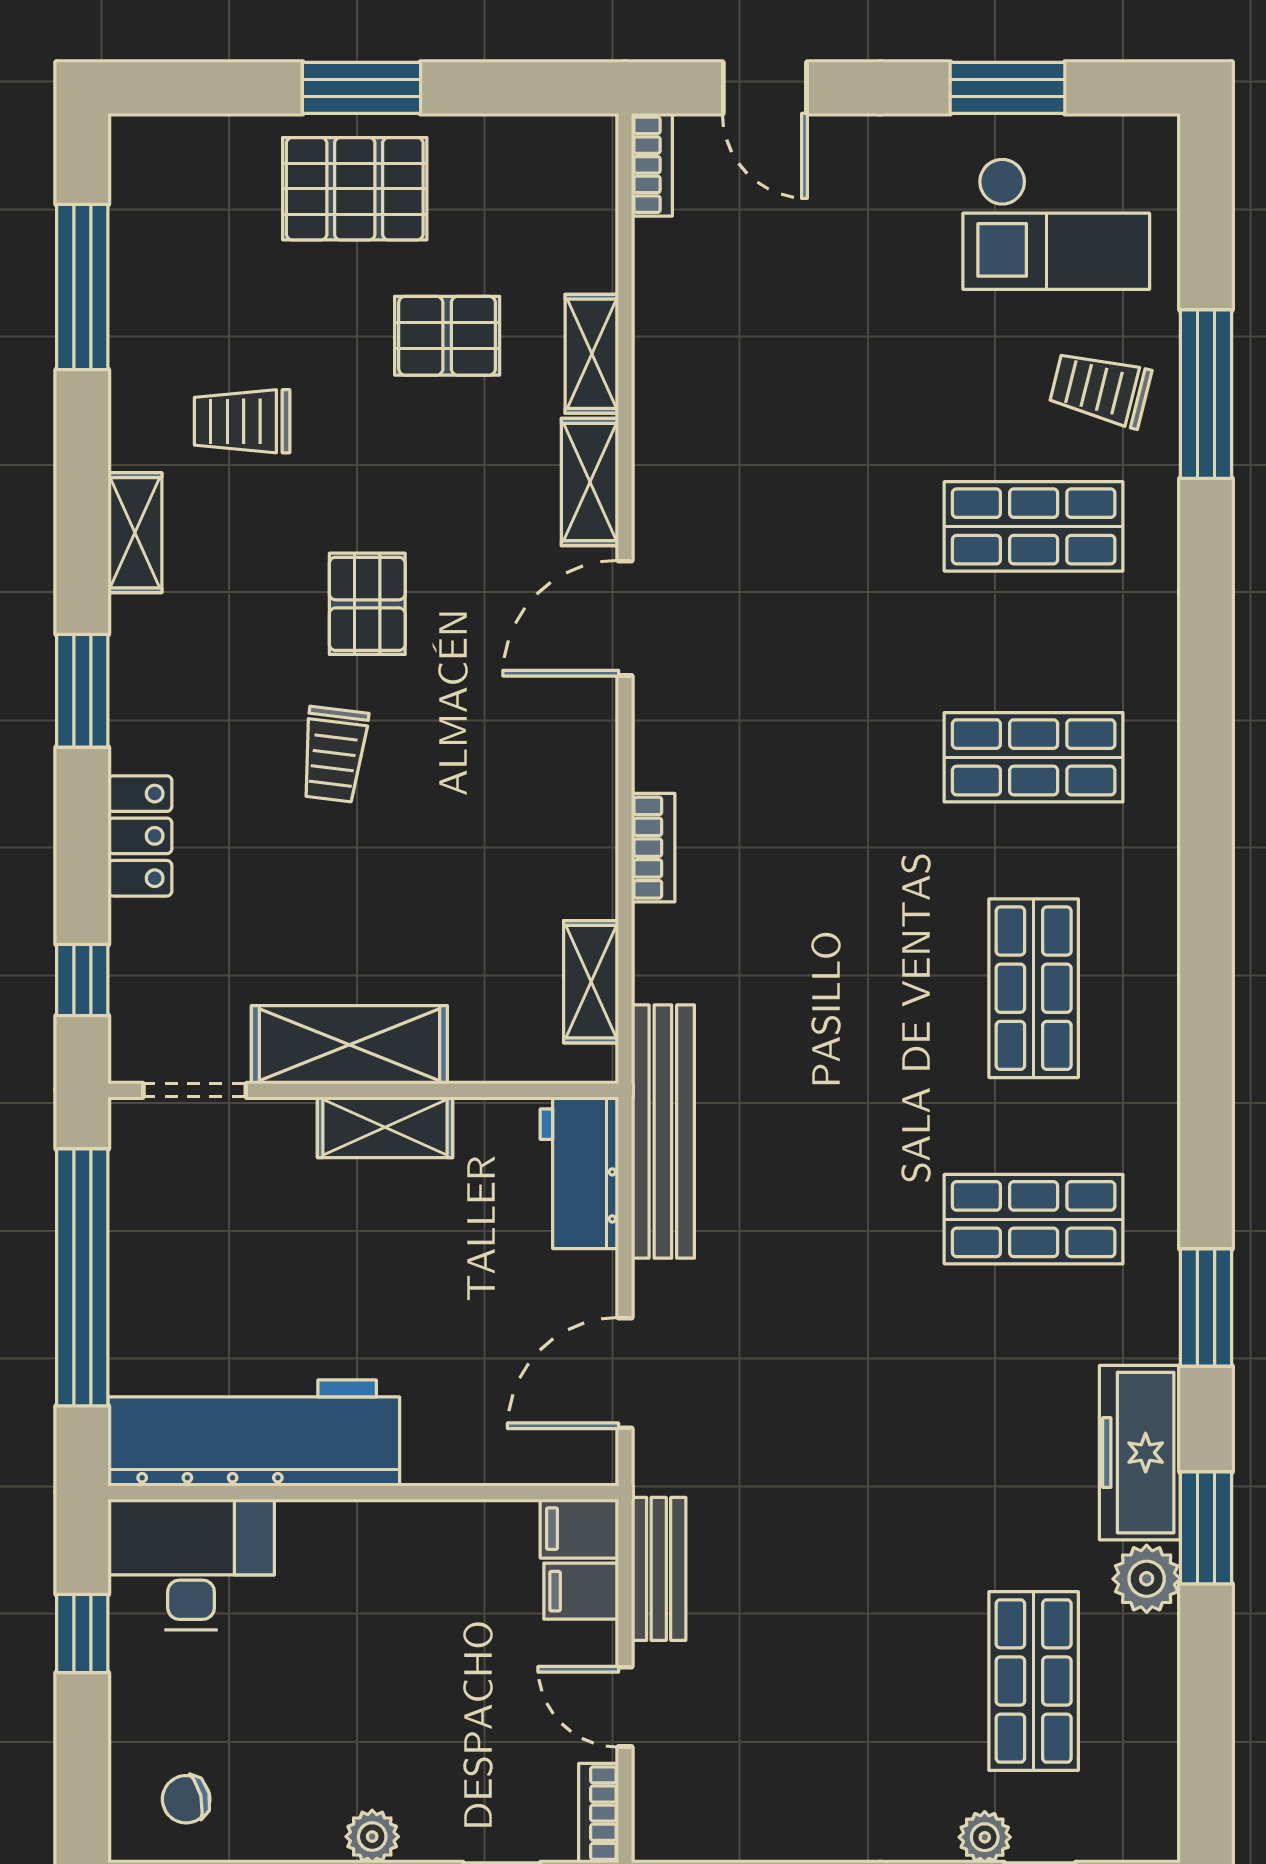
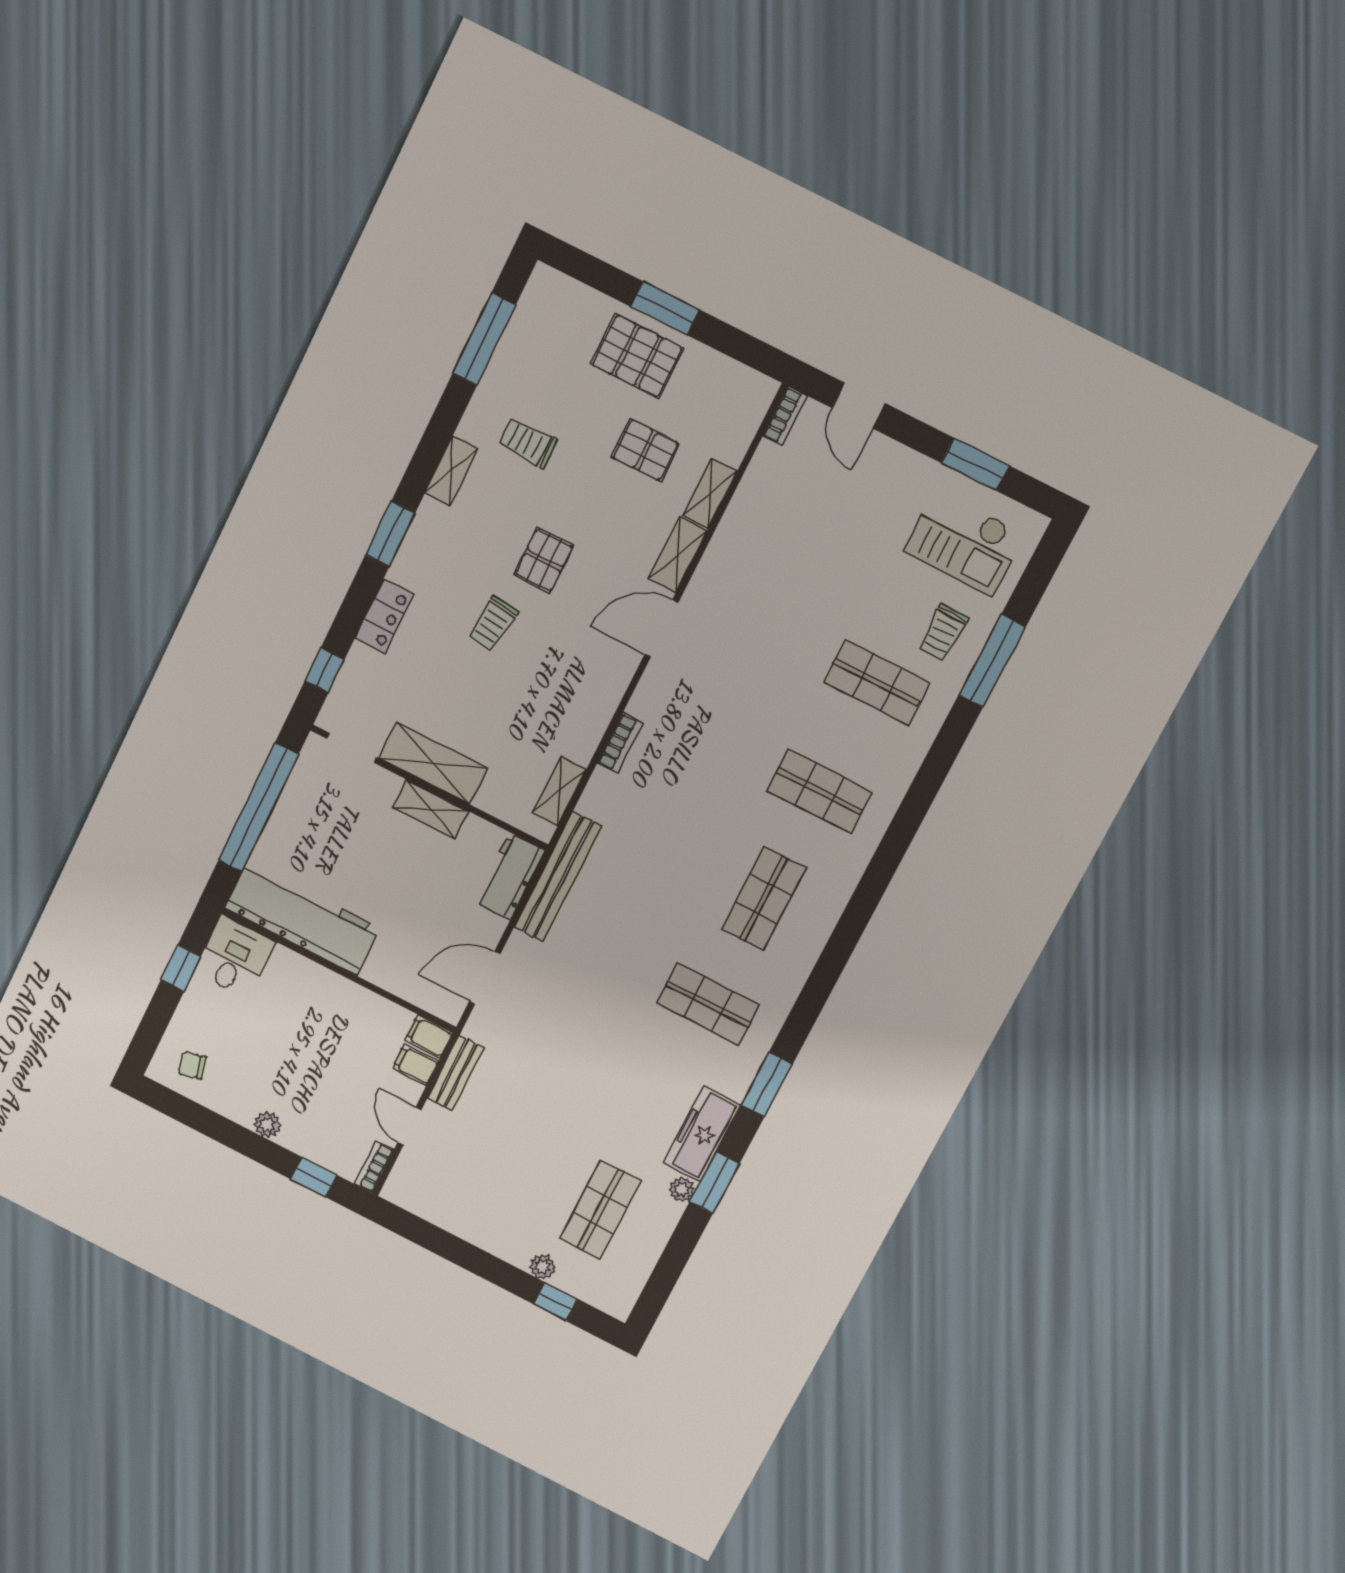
trolley: (1100, 389) -> (943, 633), turned -104
desk: (191, 1564) -> (235, 957), width x0.73
plant: (1147, 1579) -> (682, 1189), width x0.73, depth x0.73

